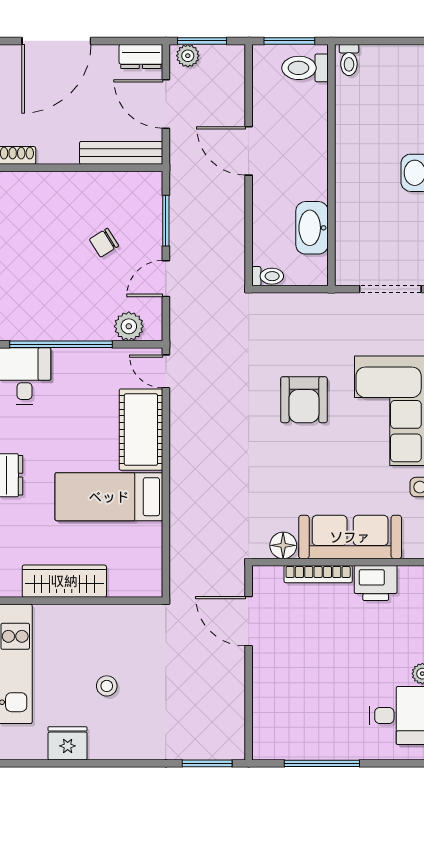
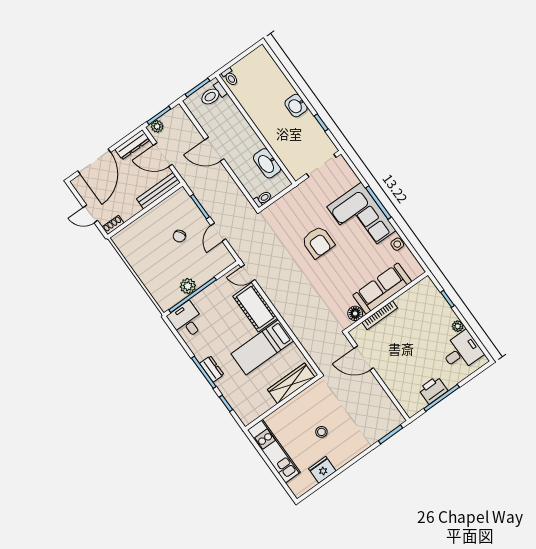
dresser: (141, 56) -> (132, 145), width x1.44
plant: (129, 326) -> (188, 286), moved
wardrobe: (64, 581) -> (291, 383), moved
printer: (376, 583) -> (433, 390), moved, turned 180

